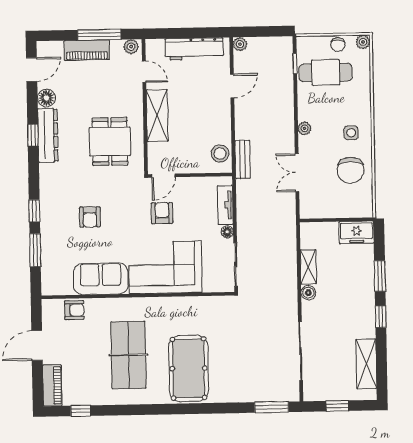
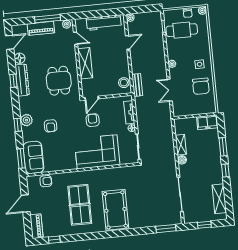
plant: (50, 204) -> (26, 120), added
window: (35, 250) -> (21, 158), moved
sofa: (101, 279) -> (33, 157), moved, turned 90

